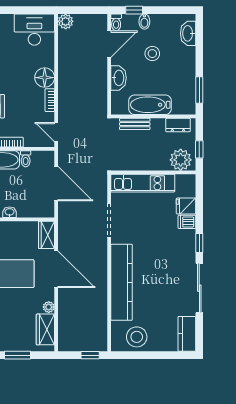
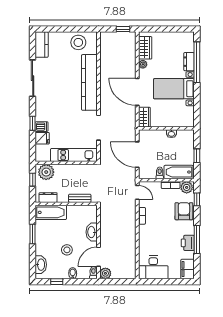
window: (134, 10) -> (57, 282), moved
plant: (66, 21) -> (105, 273), moved
floor lamp: (45, 78) -> (146, 232), removed
window: (199, 90) -> (33, 234), moved
bathtub: (150, 105) -> (51, 212), moved
window: (199, 243) -> (33, 123), moved
window: (18, 355) -> (166, 29), removed
window: (90, 355) -> (123, 29), moved

